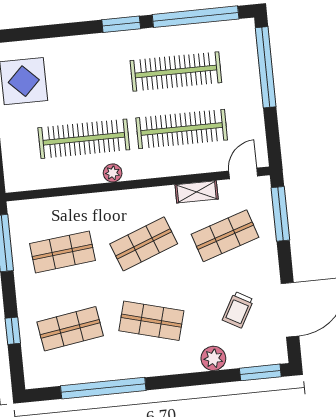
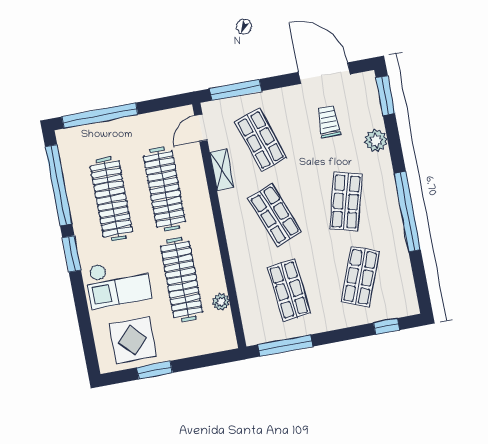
checkout: (86, 71) -> (118, 283), added
plant: (113, 173) -> (221, 302), moved
door: (243, 173) -> (201, 128), hinge flipped
trolley: (238, 310) -> (329, 122), turned -119
shop shelf: (70, 329) -> (360, 277), turned 30
window: (13, 331) -> (387, 326), moved
window: (103, 388) -> (407, 212), moved

